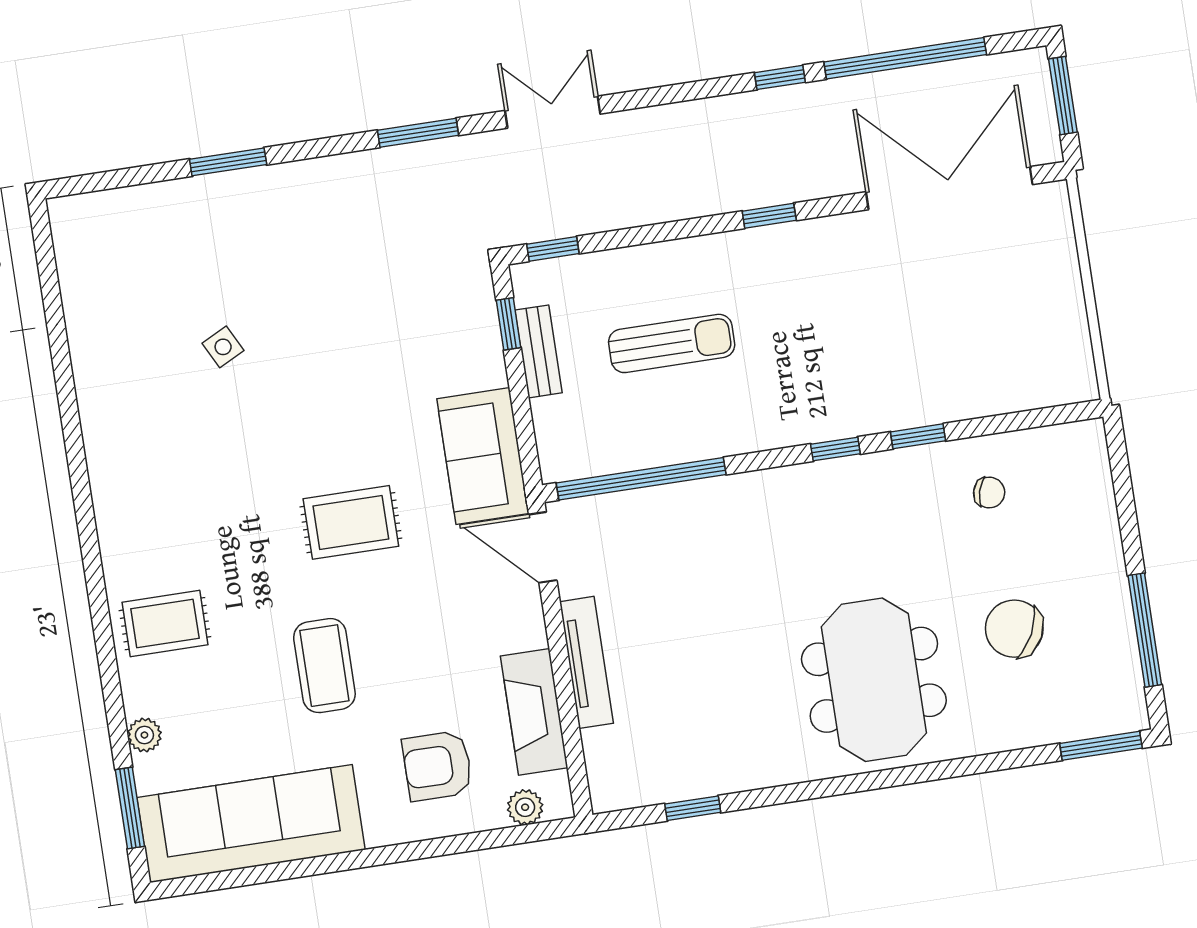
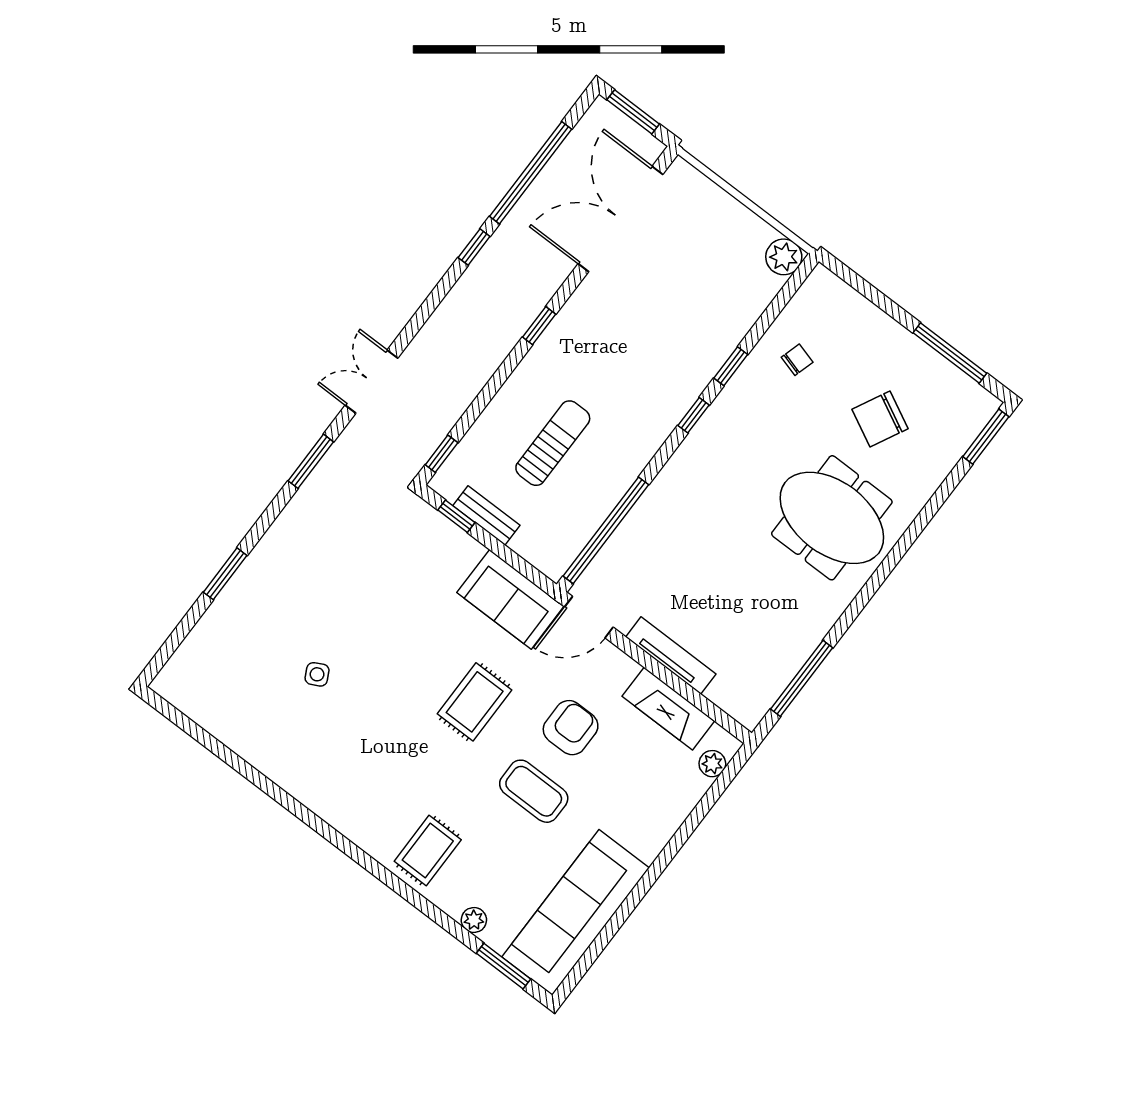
plant: (1073, 379) -> (784, 257), added
armchair: (437, 766) -> (571, 728), moved, turned 180
window: (693, 808) -> (802, 678), width x2.17

